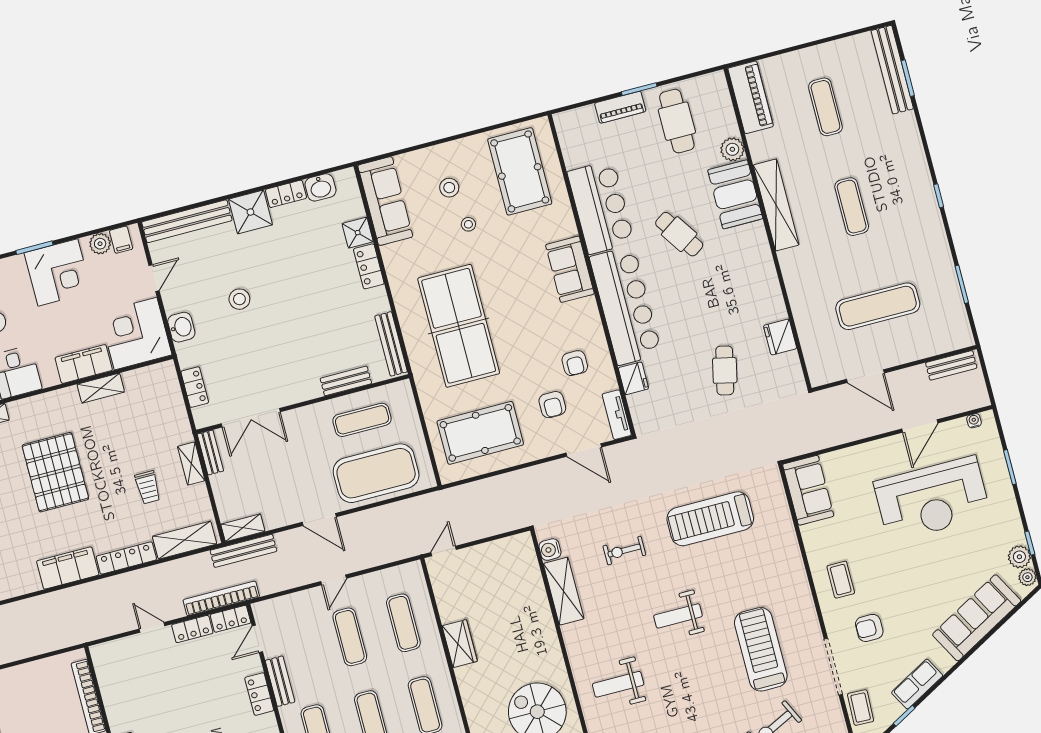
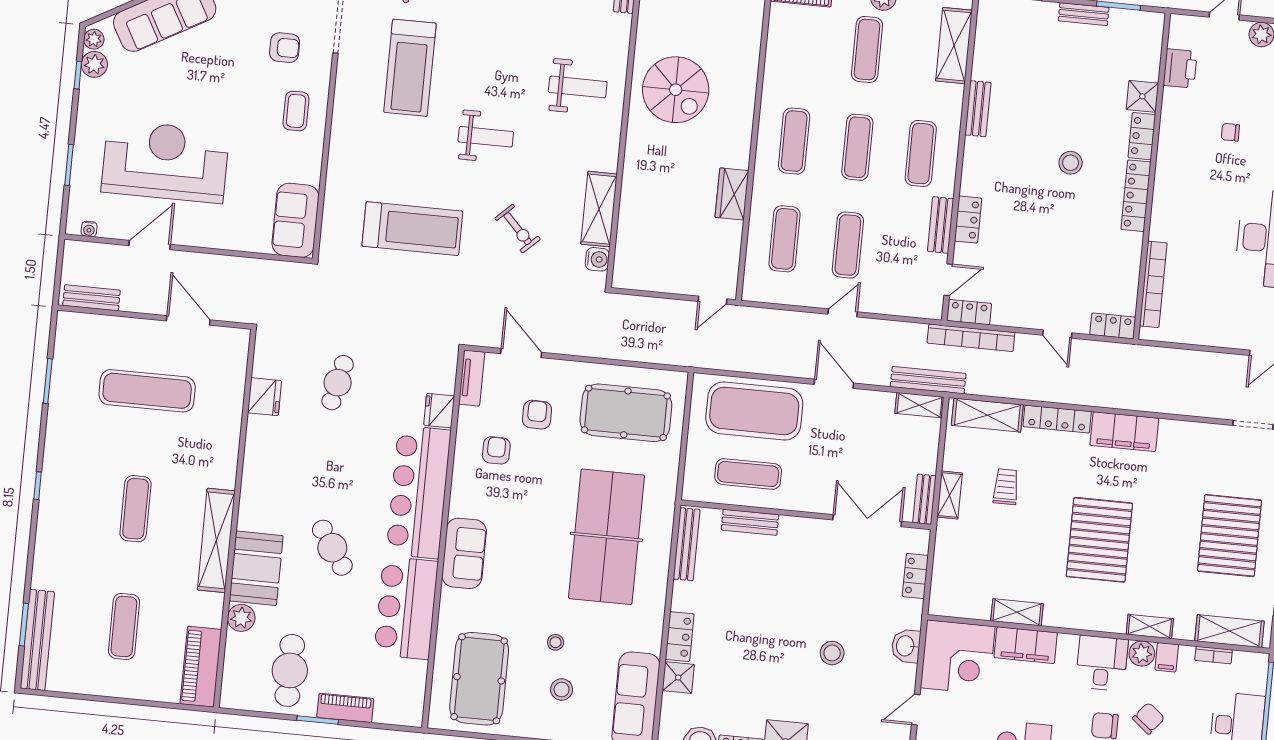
exercise bike: (624, 551) -> (518, 229), turned 46
locker: (192, 629) -> (1113, 326), moved

